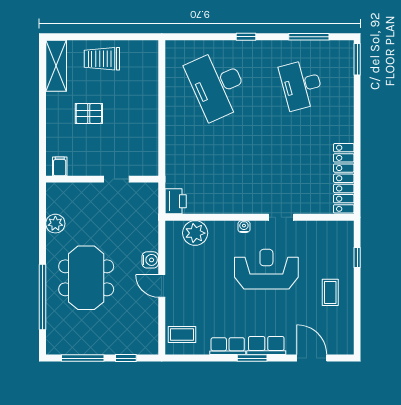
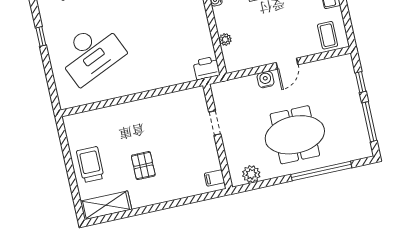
trolley: (102, 59) -> (90, 165), turned 180
filing cabinet: (60, 166) -> (214, 178), moved
wall: (102, 179) -> (218, 136), moved
doorway: (117, 179) -> (215, 123), moved
plant: (195, 233) -> (225, 39), width x0.53, depth x0.53

